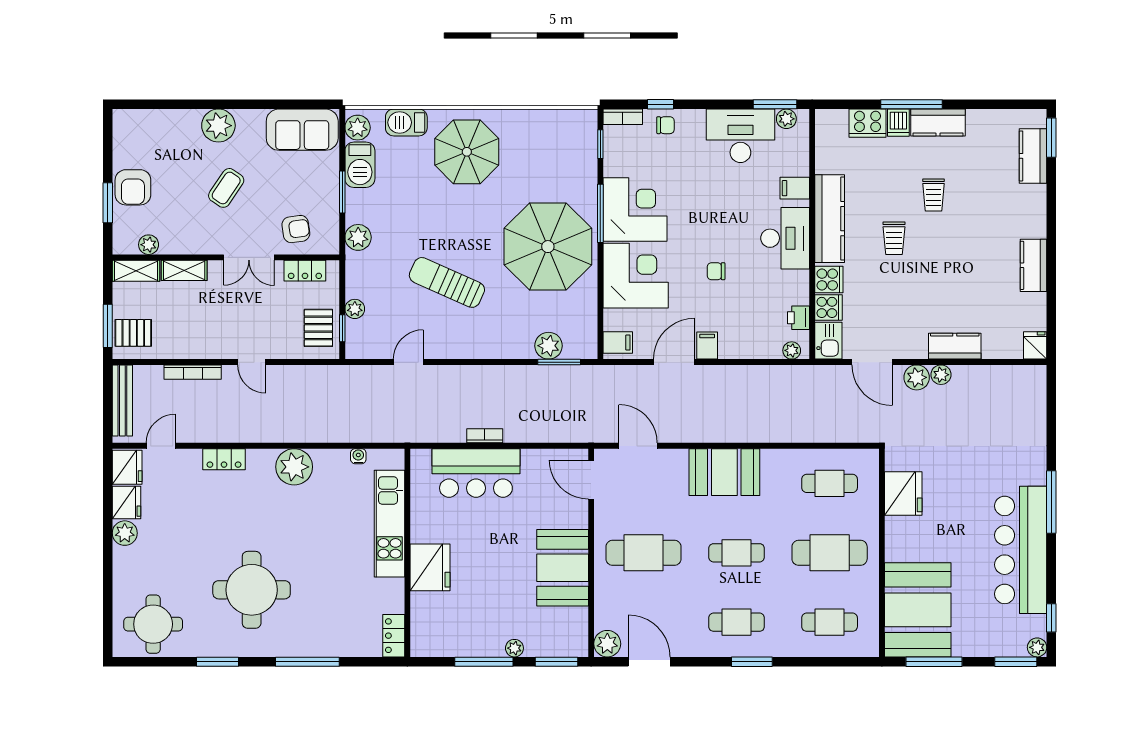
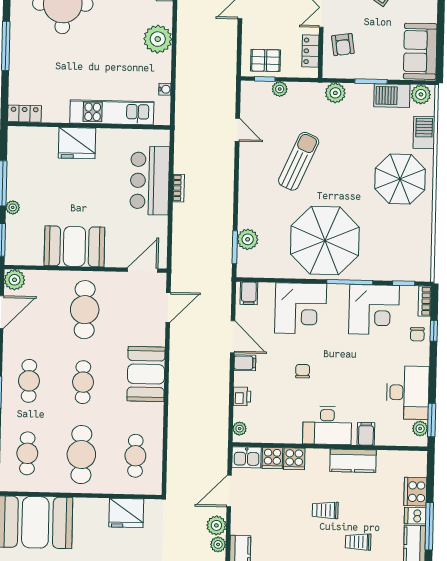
corner desk: (635, 209) -> (374, 310), moved
kitchen counter: (830, 219) -> (353, 461), width x0.67
printer: (798, 318) -> (242, 396), moved, turned 90

